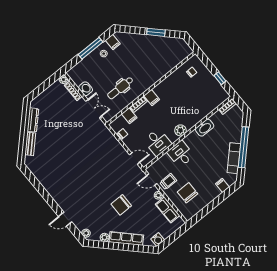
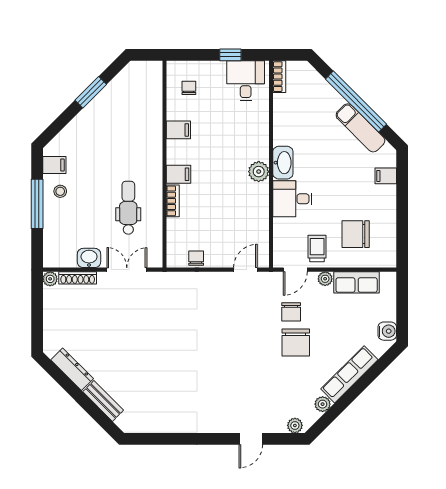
dental chair: (120, 88) -> (128, 208), turned 180
filing cabinet: (129, 116) -> (178, 130), moved
washbasin: (205, 128) -> (283, 163), moved
desk: (158, 142) -> (246, 81), moved, turned -90
chair: (133, 192) -> (291, 312), added

